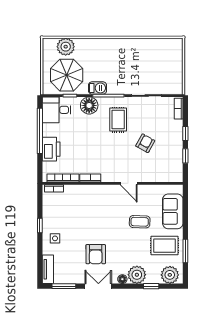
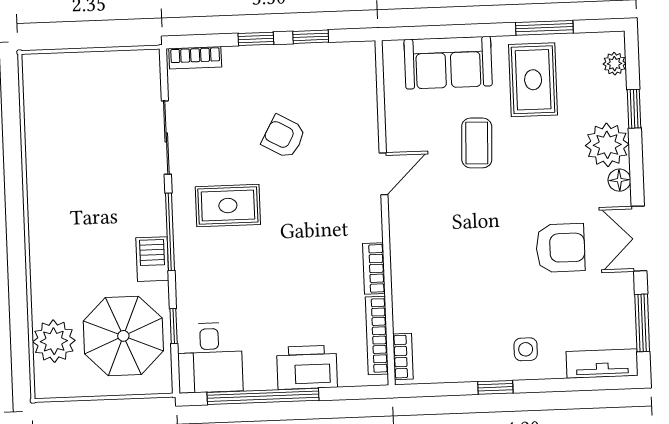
floor lamp: (89, 105) -> (196, 278), removed
plant: (170, 275) -> (615, 64), width x0.53, depth x0.53

